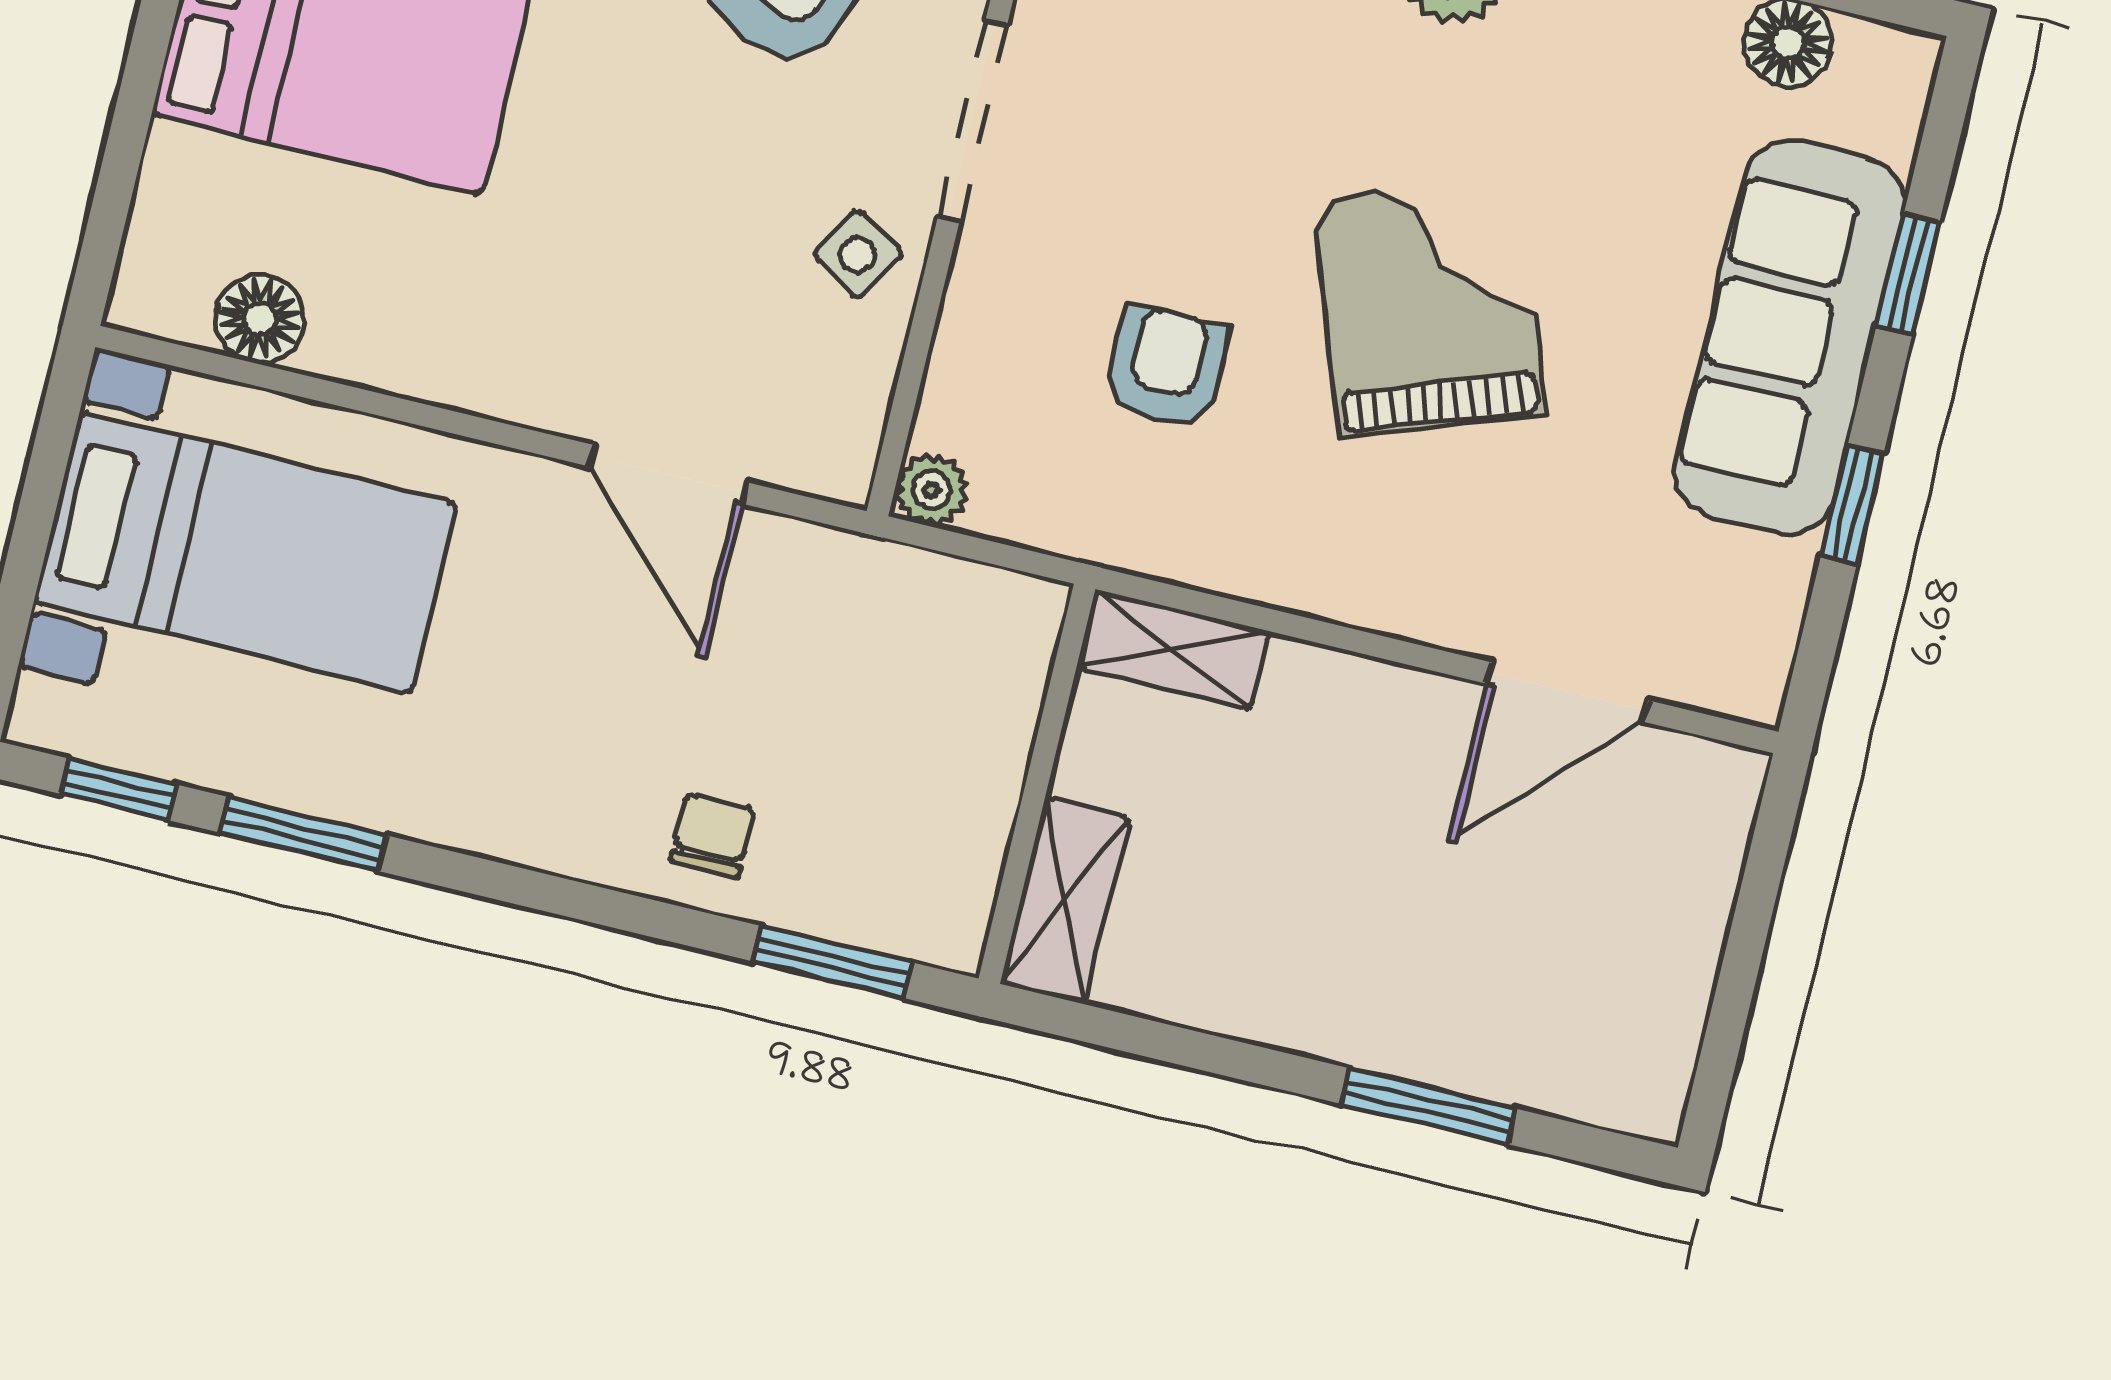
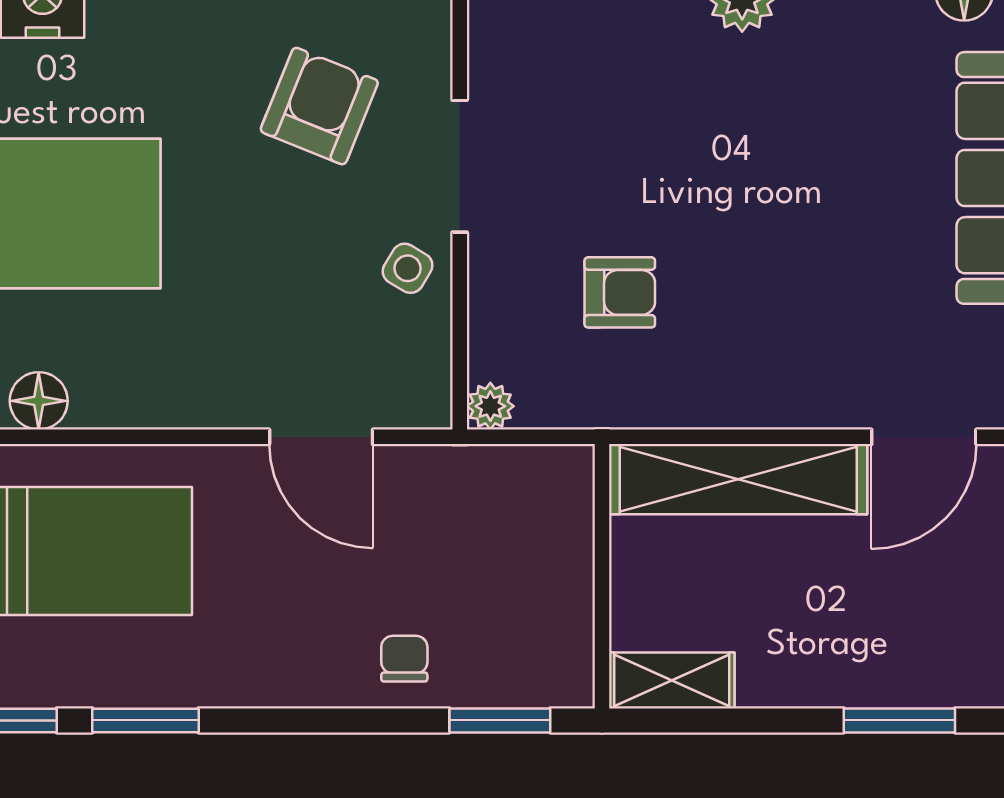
grand piano: (1429, 306) -> (777, 213), removed
armchair: (1166, 367) -> (620, 292), turned 90
shelving: (1173, 649) -> (738, 479), width x2.20, depth x1.33
shelving: (1064, 901) -> (672, 680), moved, turned 90

